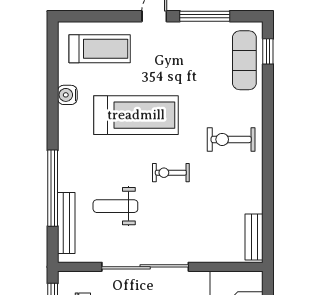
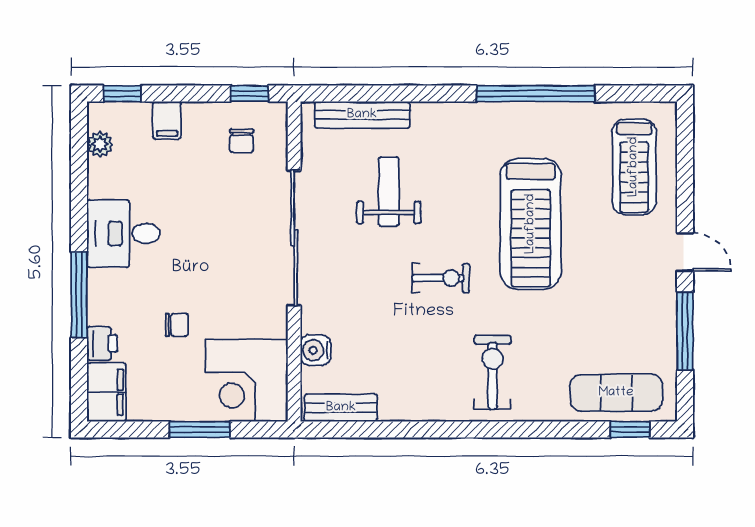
water cooler: (67, 95) -> (315, 350), moved, turned -90
exercise bike: (171, 173) -> (441, 278), turned 90
window: (53, 188) -> (536, 94), moved

